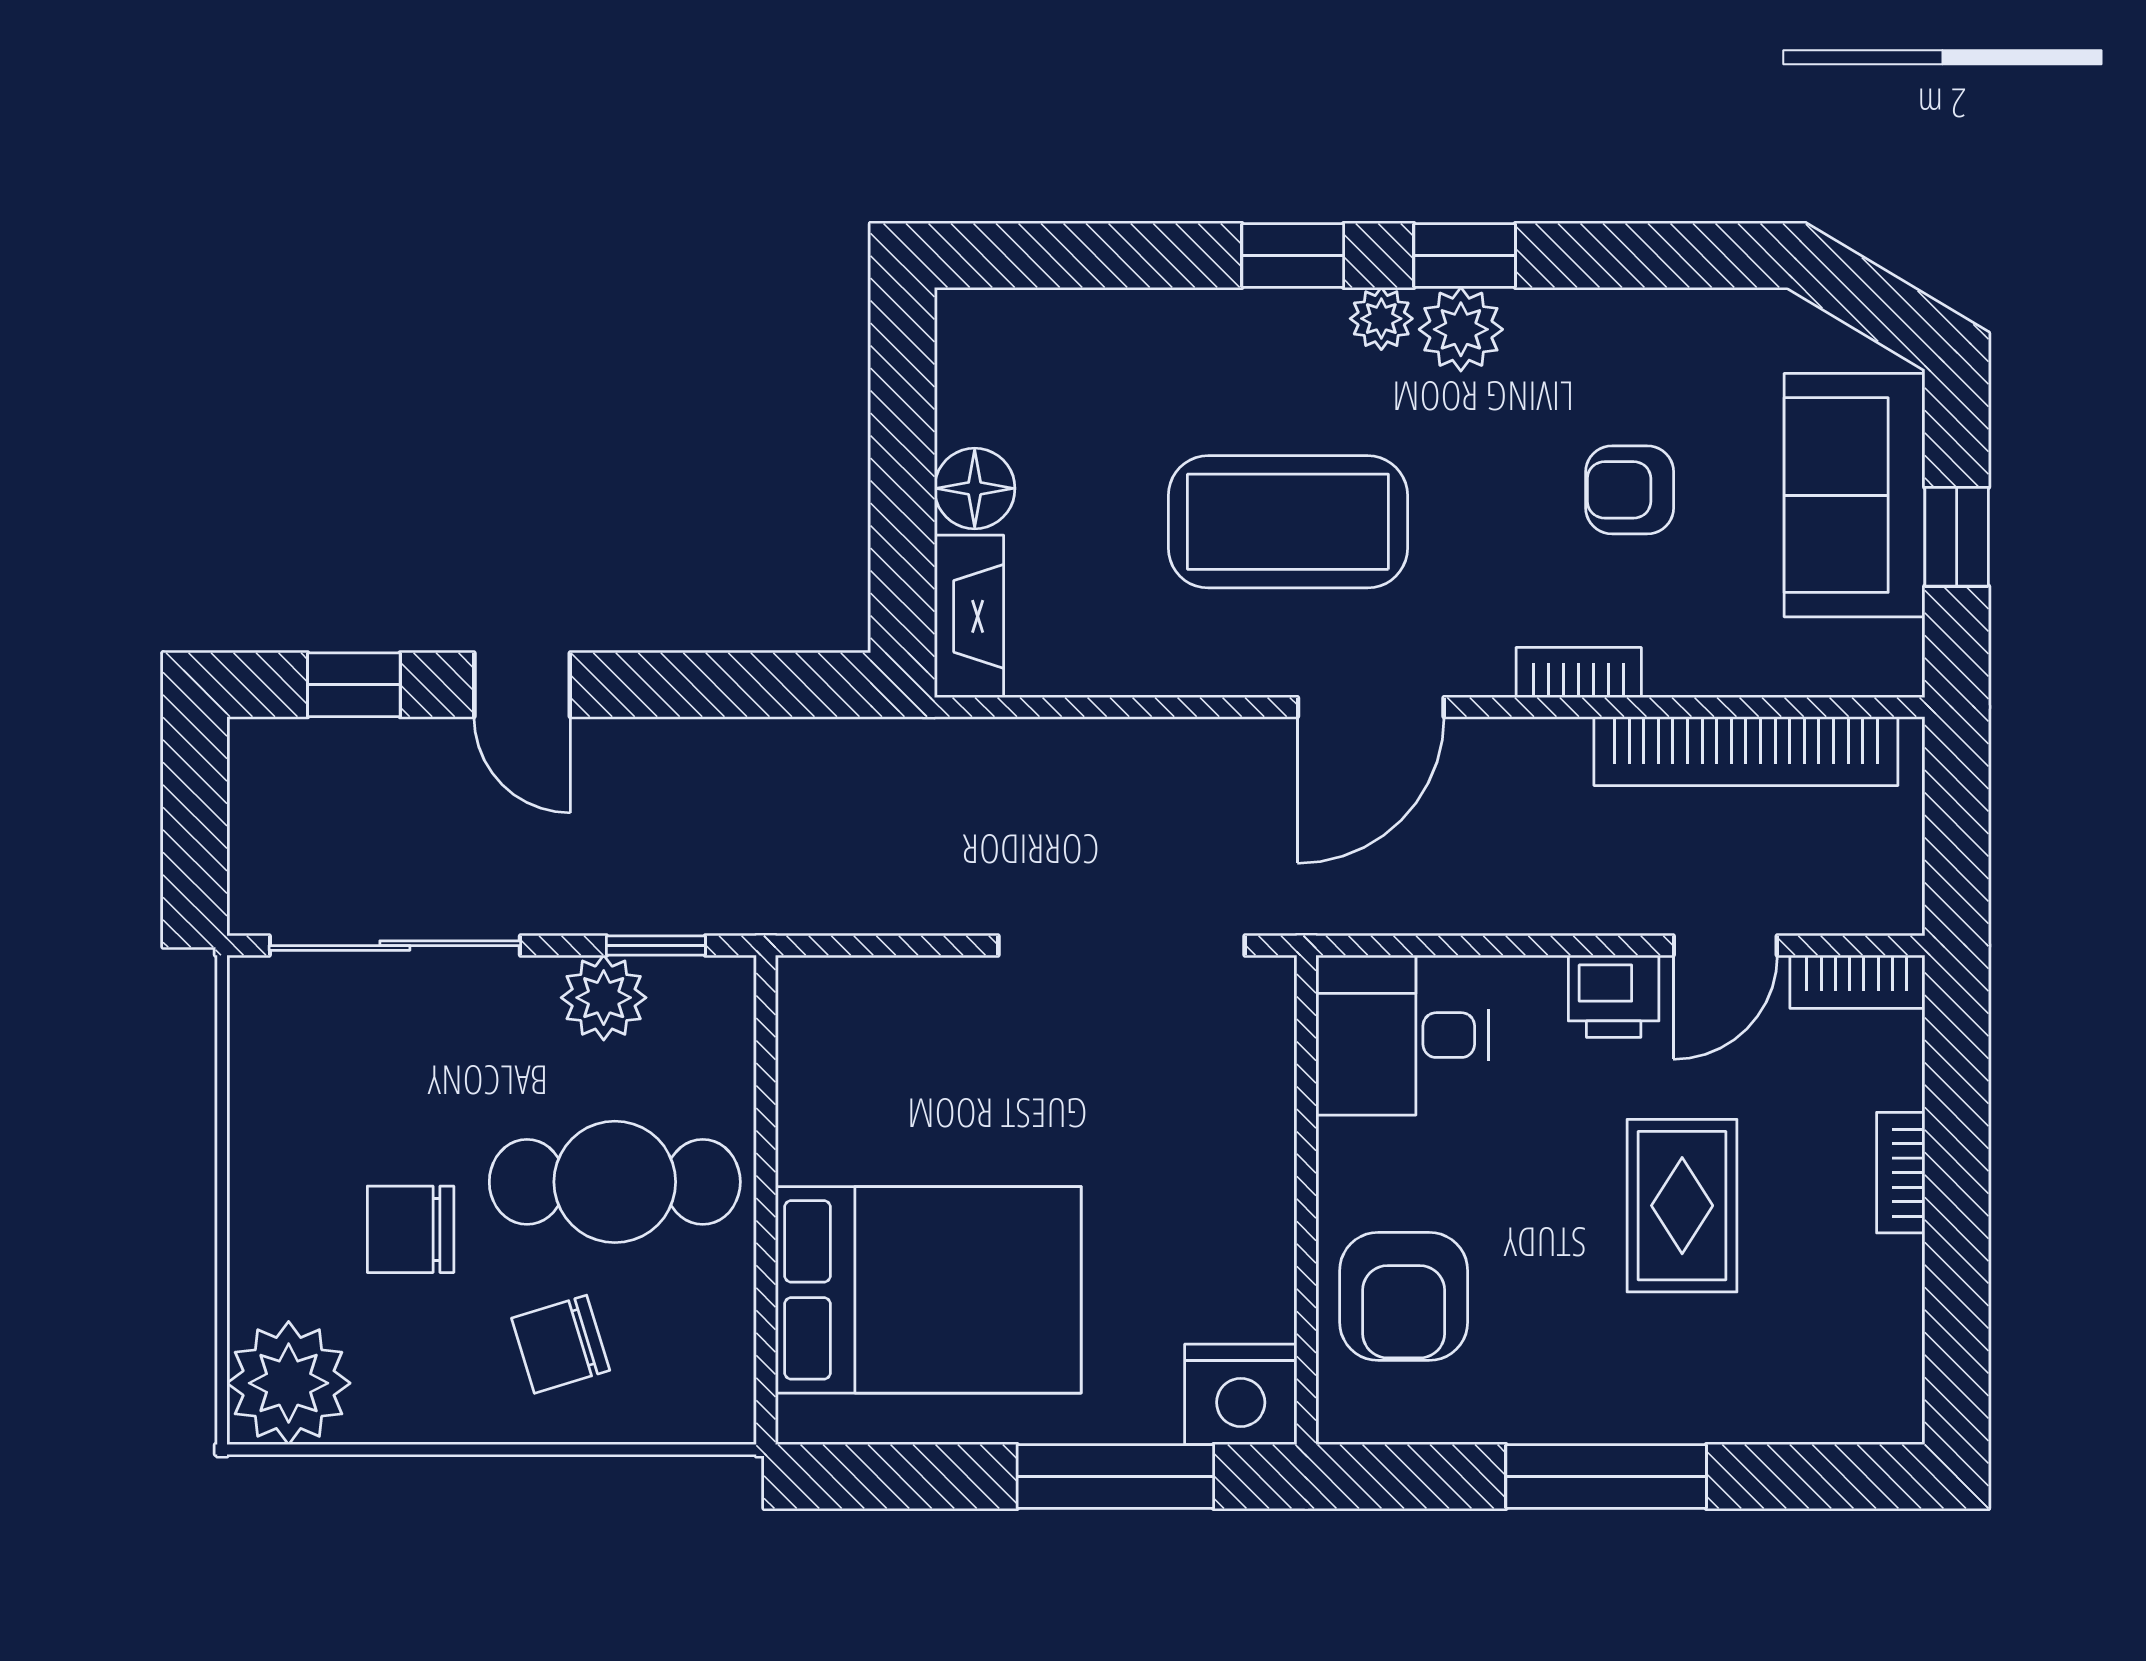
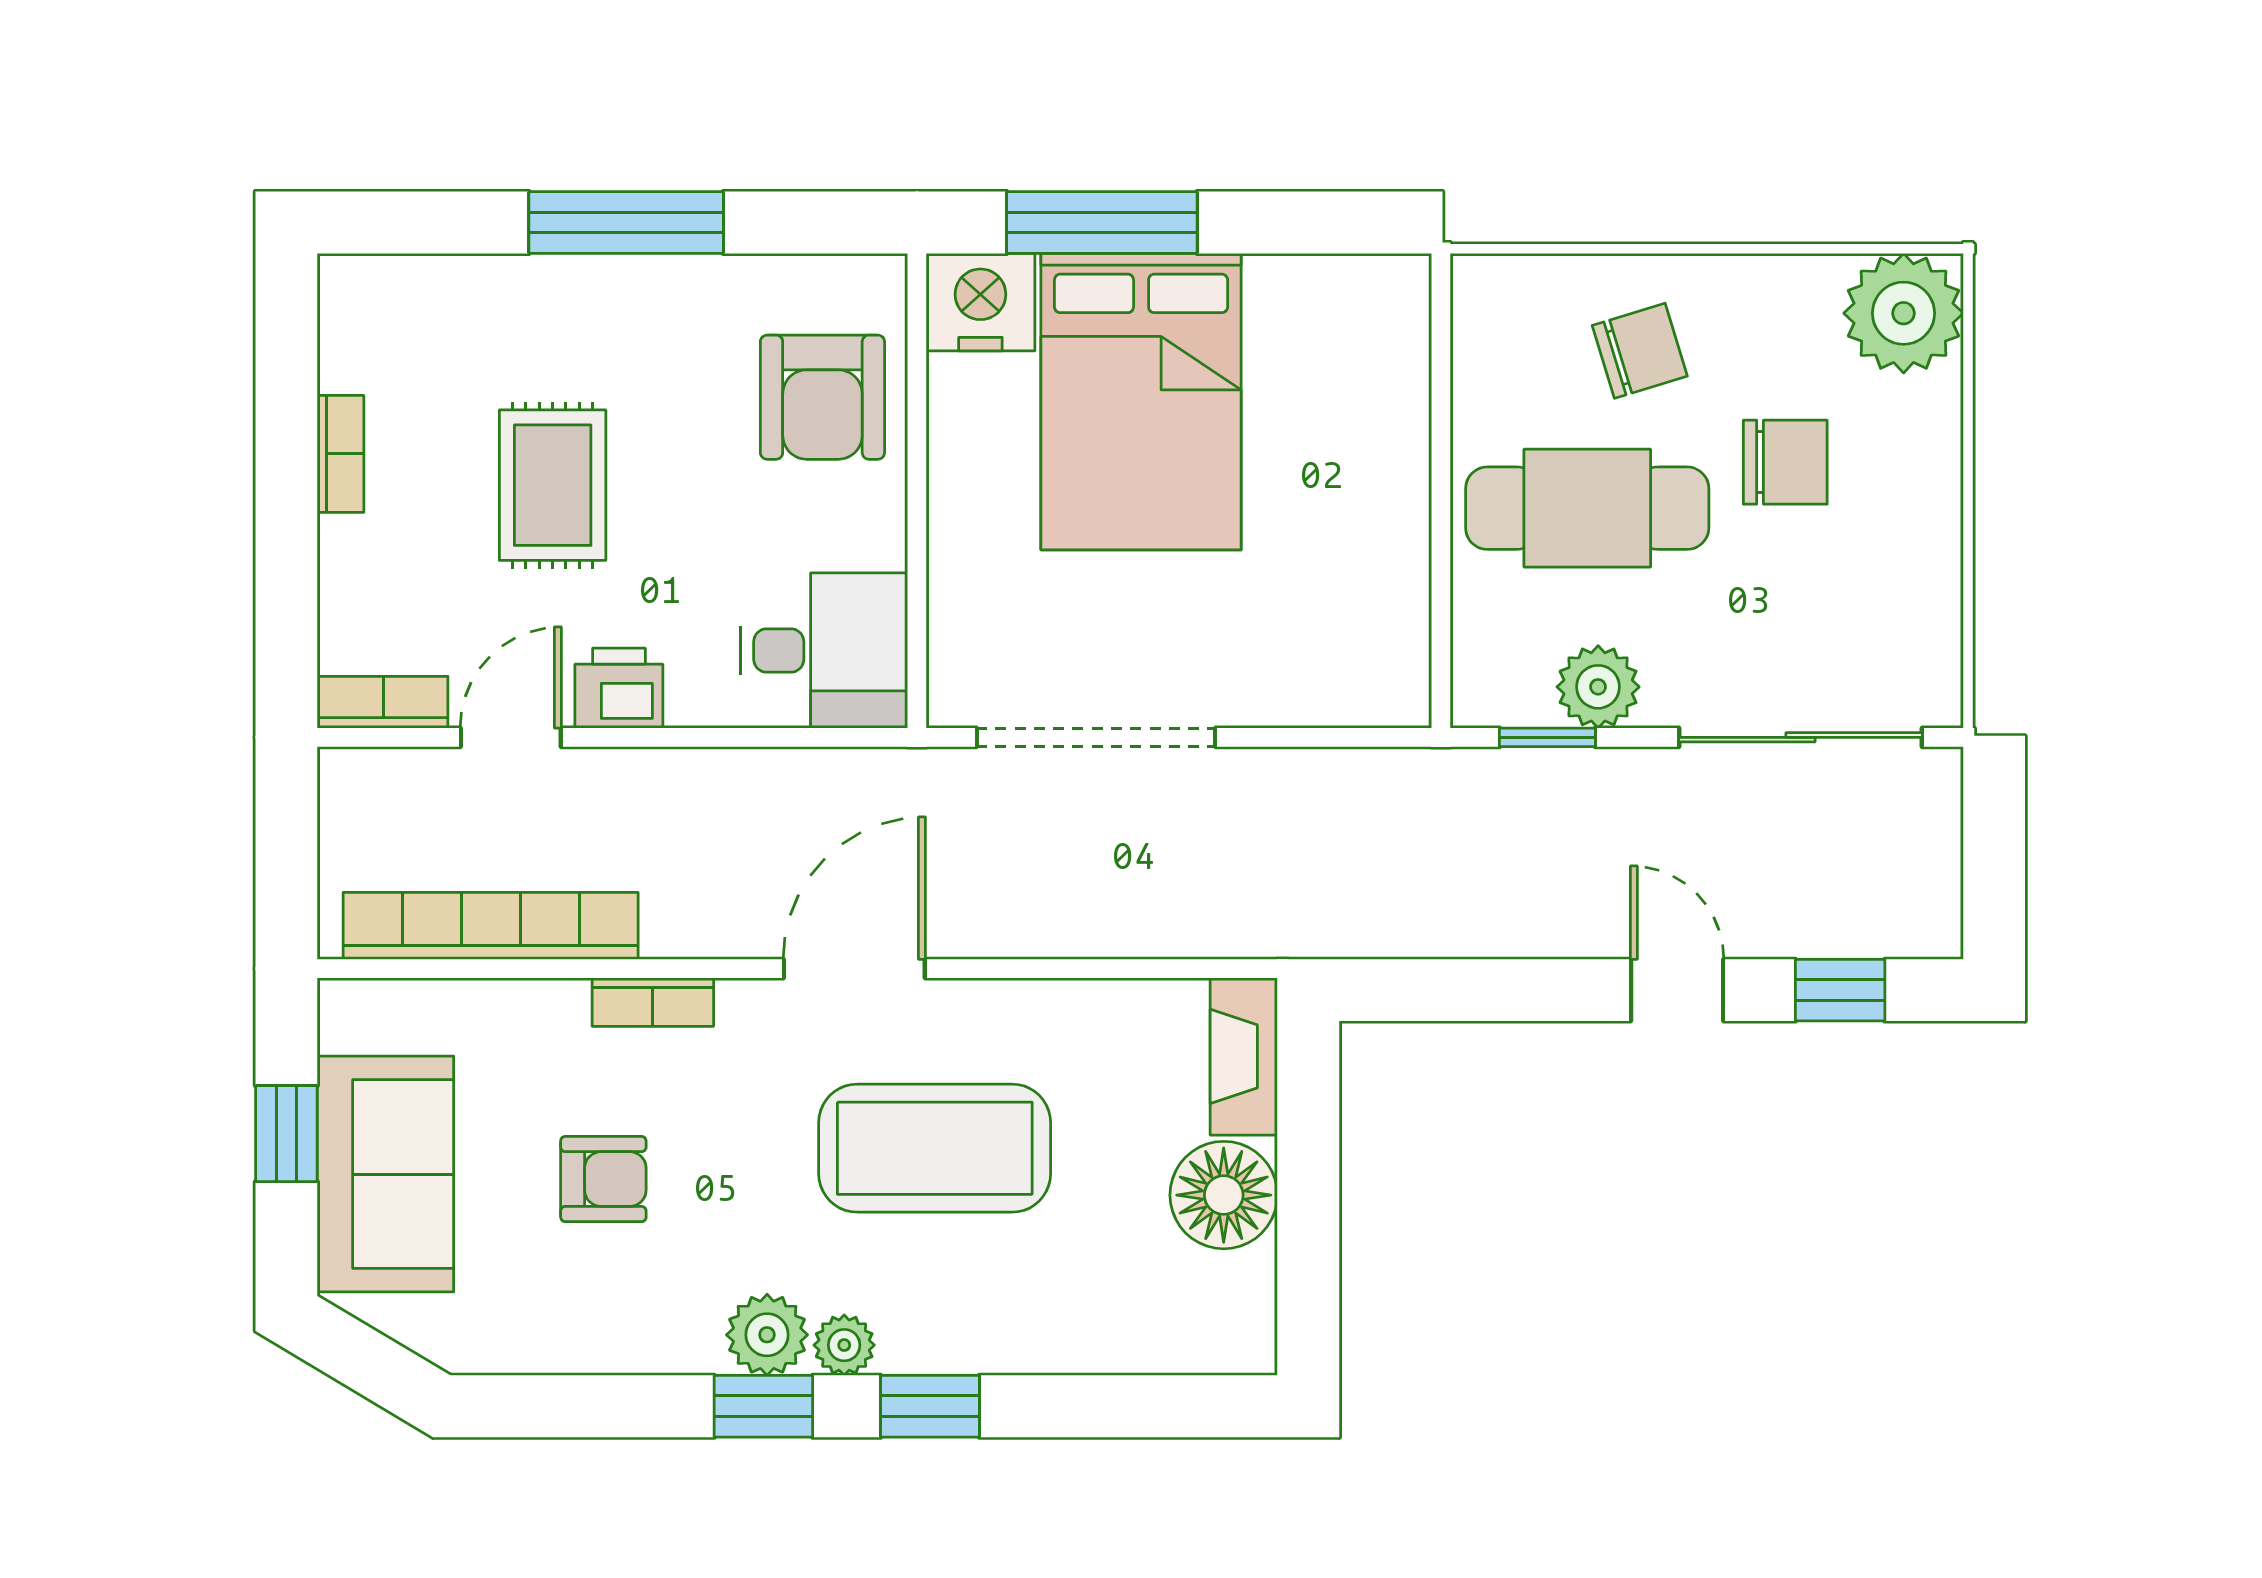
floor lamp: (975, 488) -> (1224, 1195), width x1.38, depth x1.38
bookcase: (1901, 1173) -> (341, 454), moved
bed: (928, 1290) -> (1141, 402), moved, turned -90
armchair: (1404, 1296) -> (822, 397), turned 180

